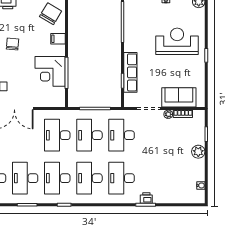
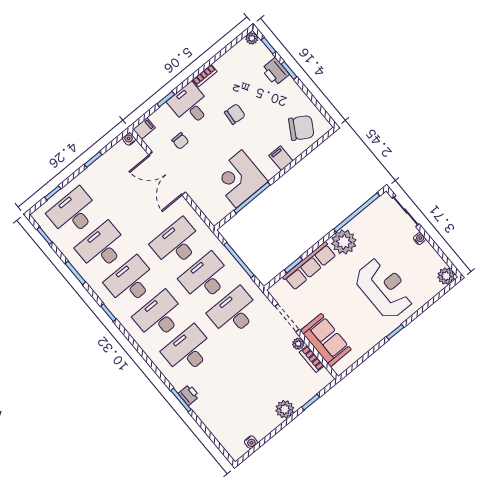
plant: (133, 42) -> (344, 242), added

